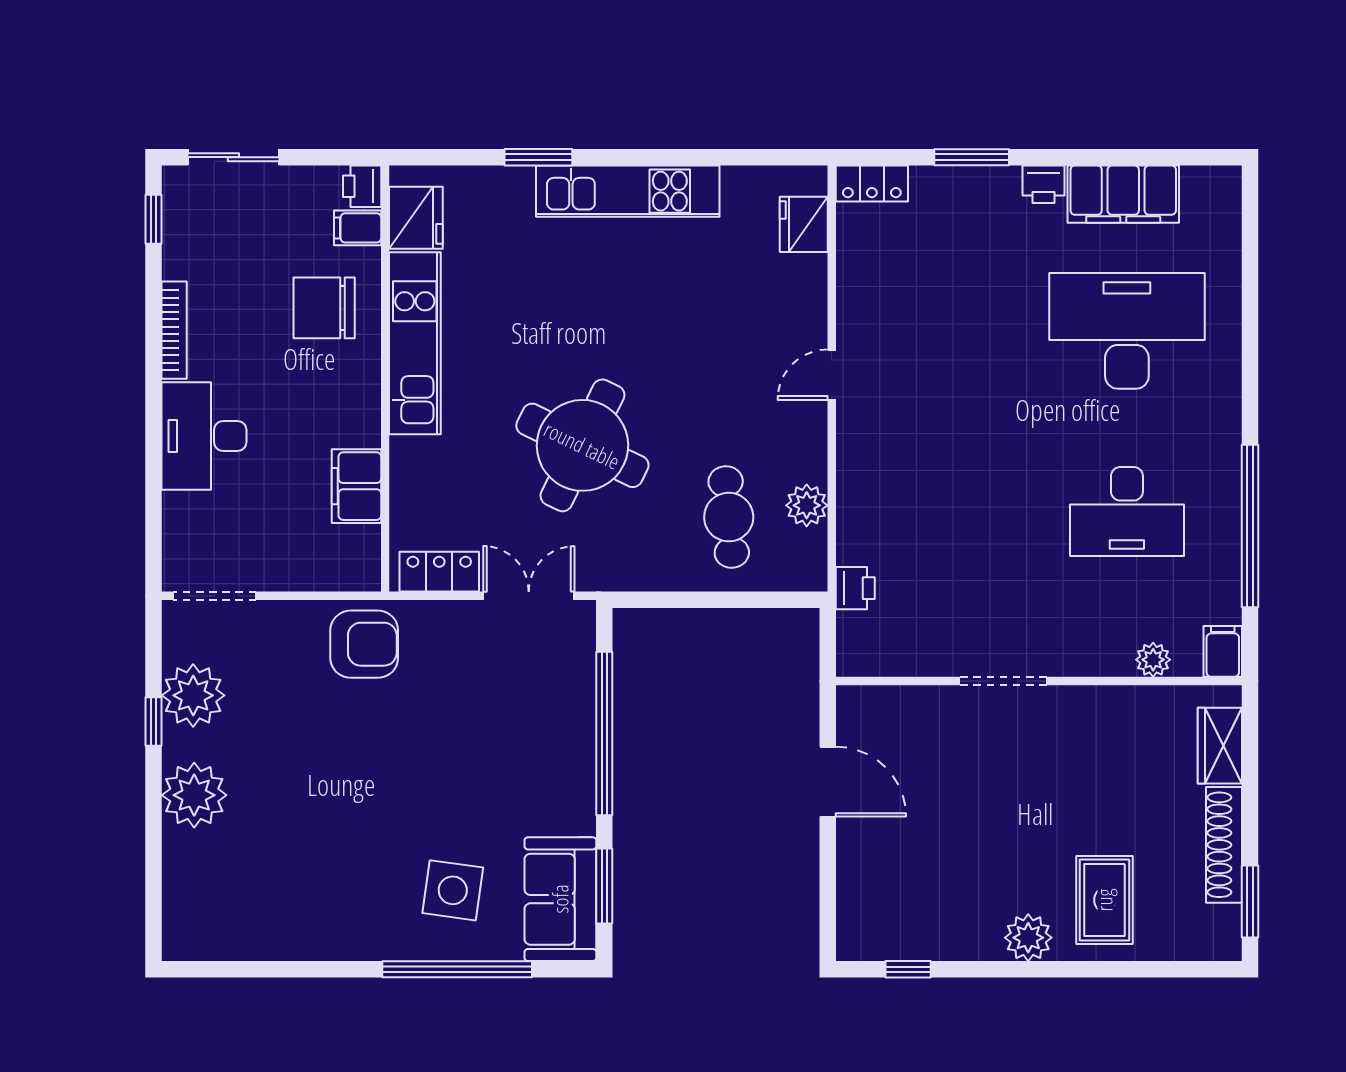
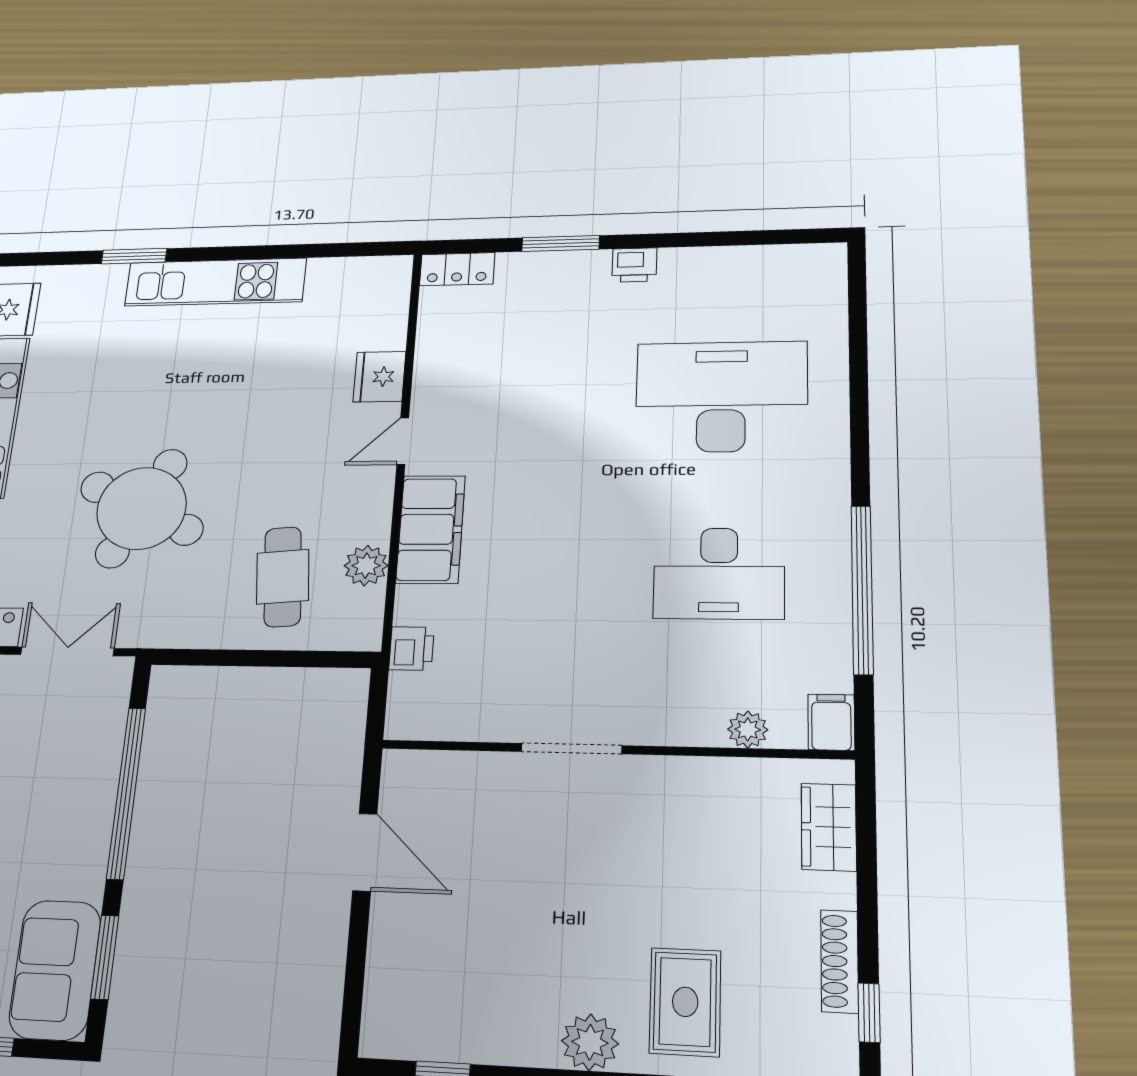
filing cabinet: (1123, 194) -> (431, 529), moved, turned -90
fridge: (804, 224) -> (379, 377), moved
shoe rack: (1224, 845) -> (839, 961), width x0.74, depth x0.81
window: (1250, 901) -> (869, 1013), width x0.67

